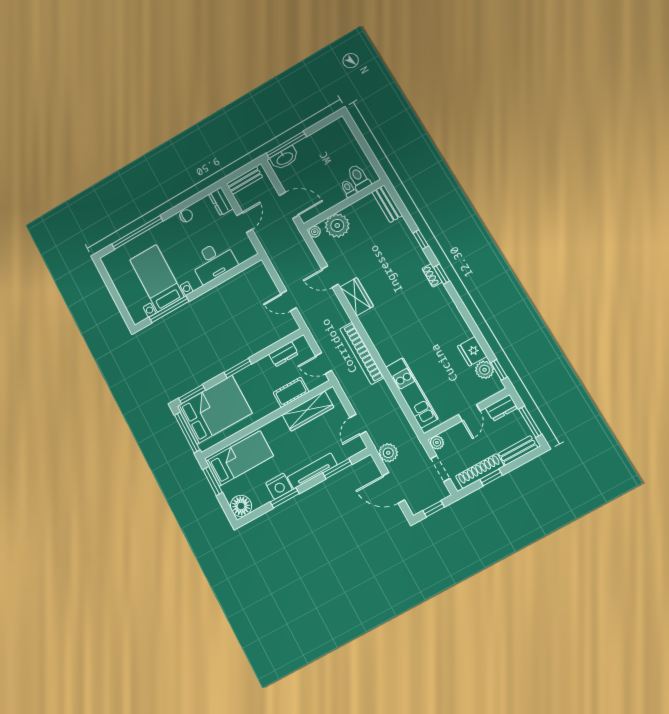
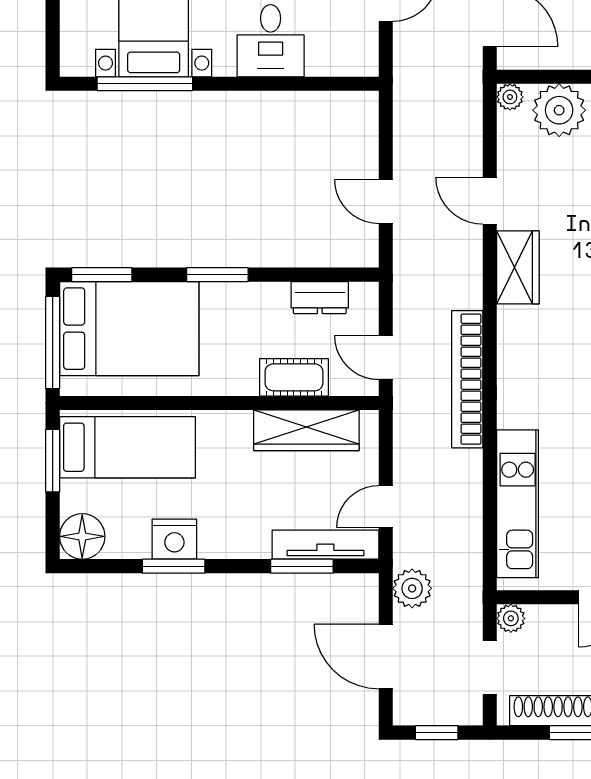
desk: (213, 262) -> (271, 41), width x0.73
tv unit: (312, 471) -> (325, 545), moved

